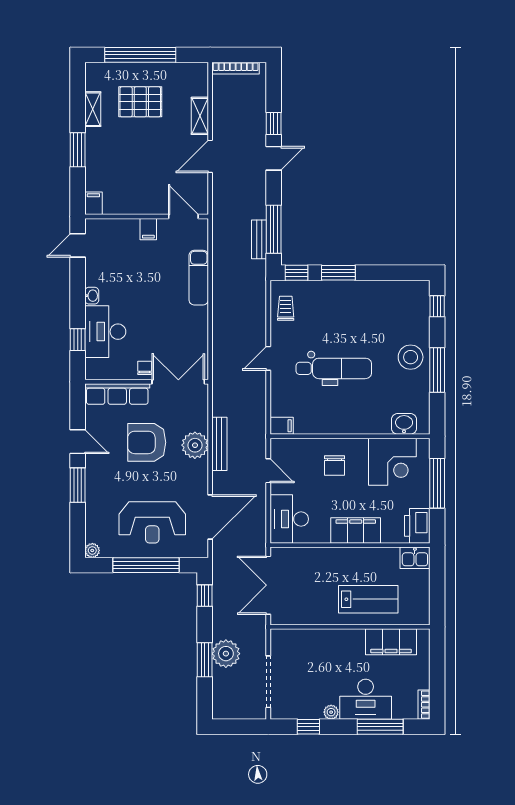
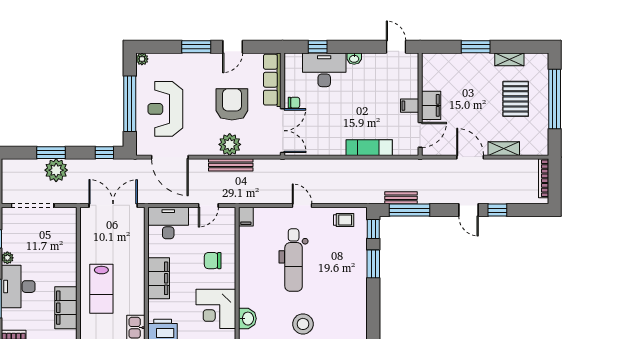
filing cabinet: (93, 203) -> (431, 105), moved, width x2.00

